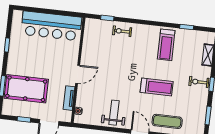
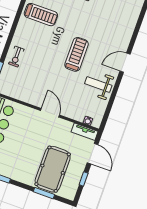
treadmill: (157, 87) -> (77, 54), moved
tv unit: (69, 98) -> (85, 132), moved
exercise mat: (167, 121) -> (120, 32), removed

